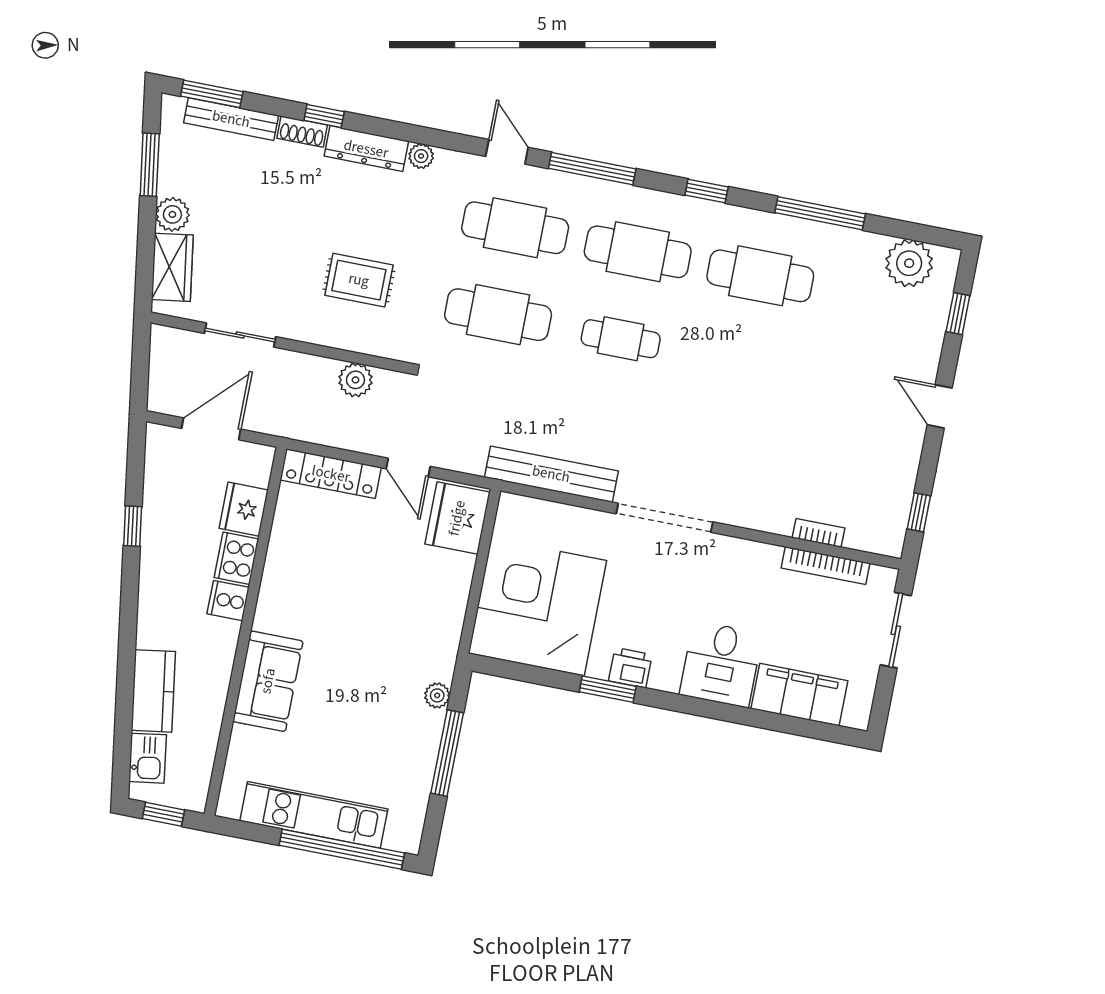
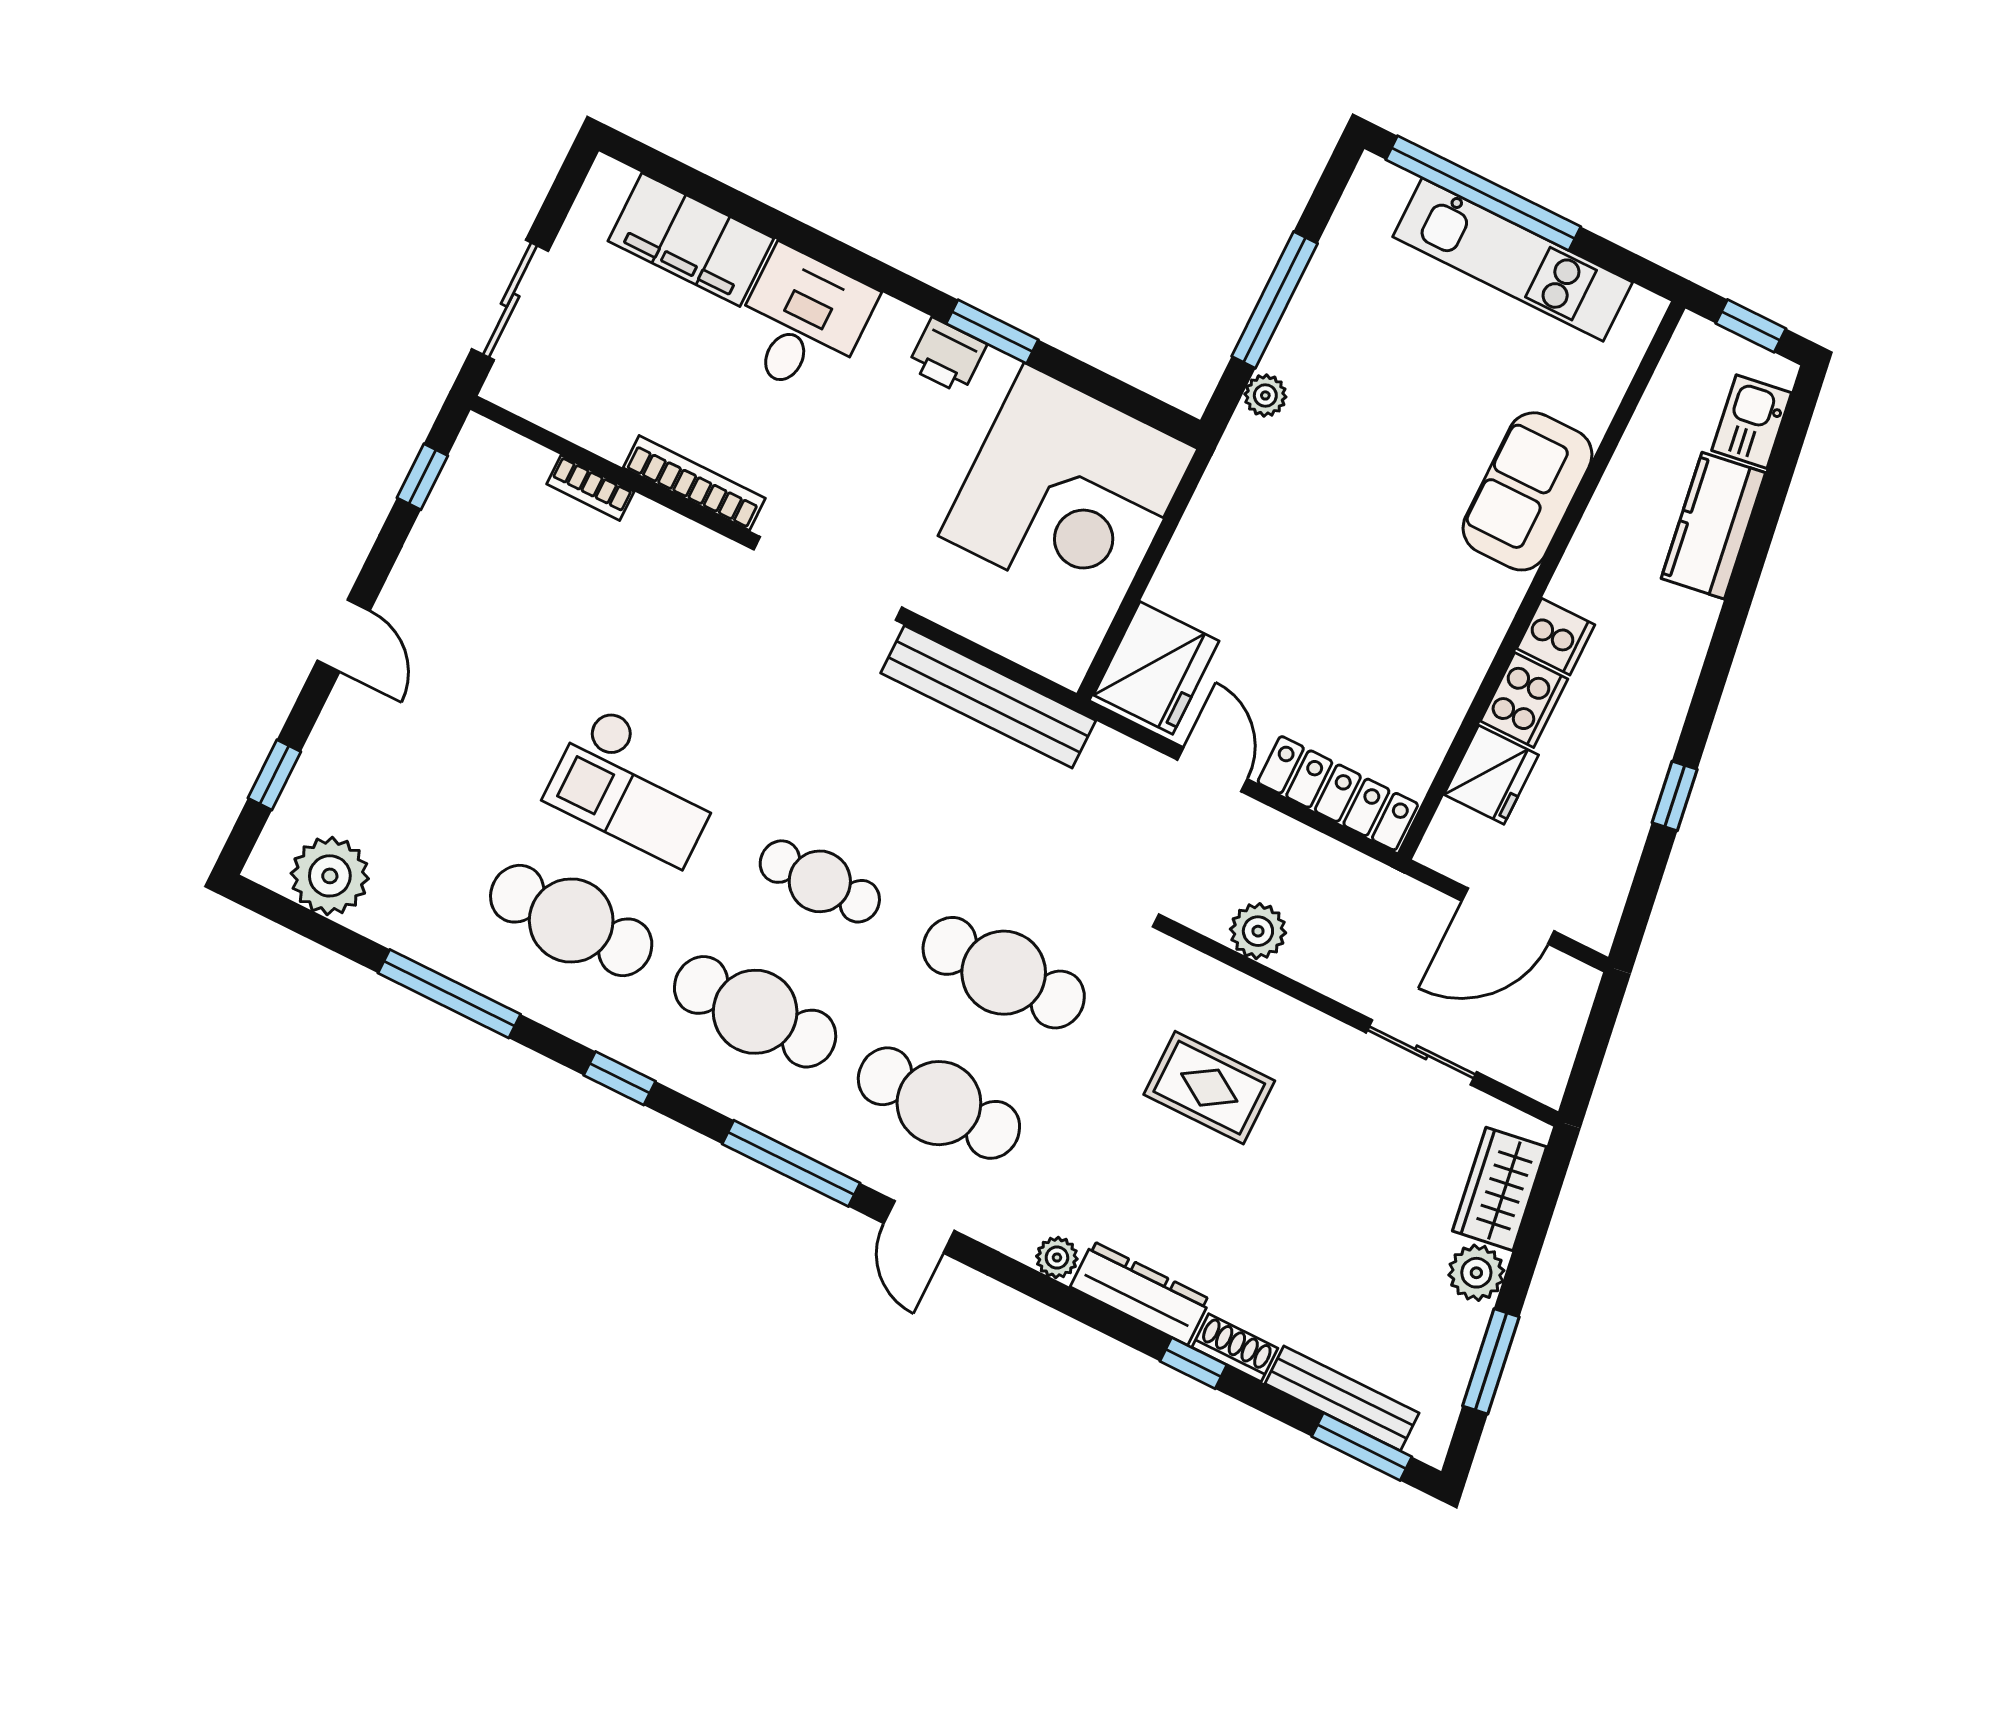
checkout: (744, 365) -> (636, 786), added
bookcase: (825, 566) -> (694, 483), moved

